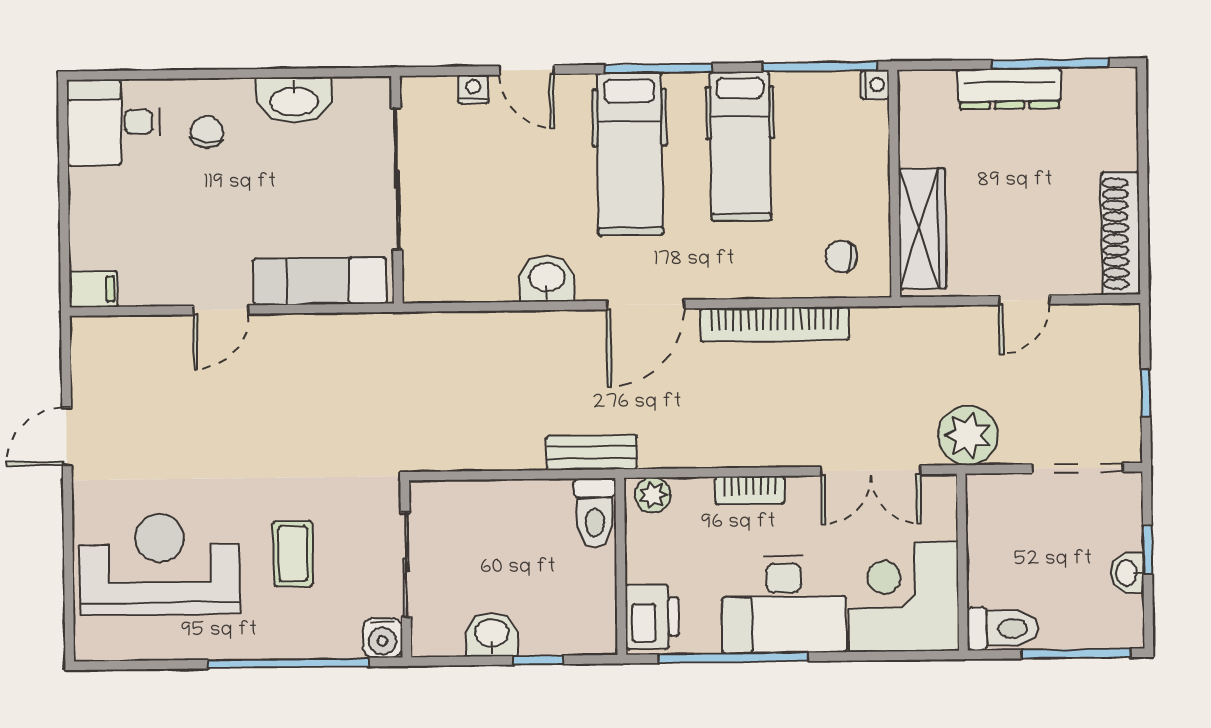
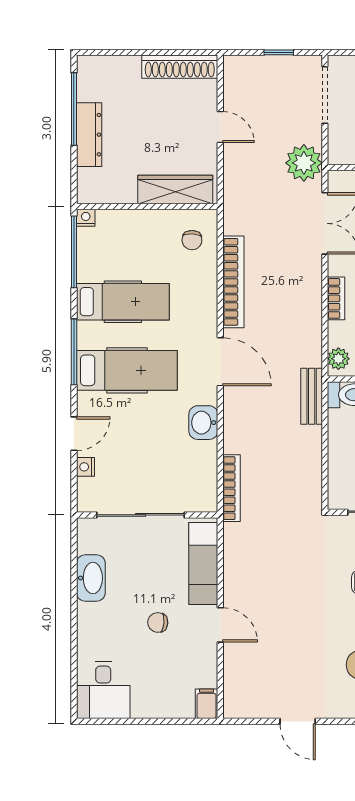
chair: (207, 132) -> (158, 622), moved
bookcase: (442, 325) -> (232, 488), added

